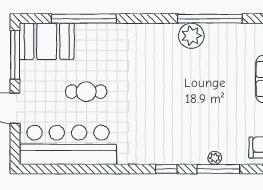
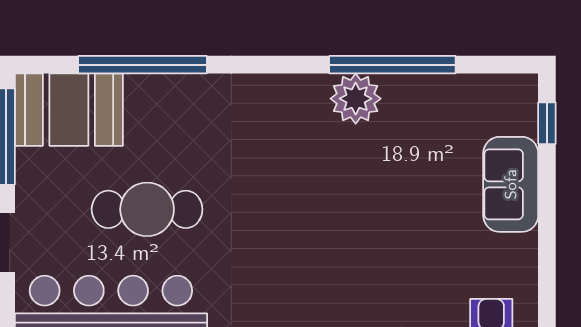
cafe table: (86, 92) -> (147, 209), width x1.37, depth x1.35

